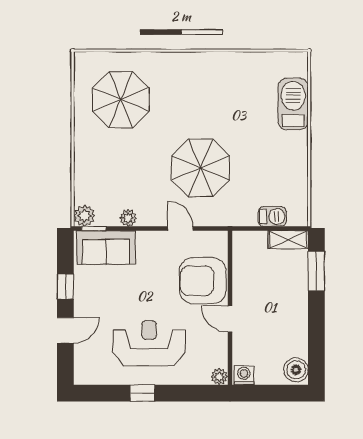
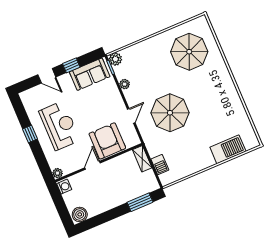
shelving: (288, 240) -> (142, 159), moved
sofa: (106, 247) -> (90, 74), moved, turned -90

